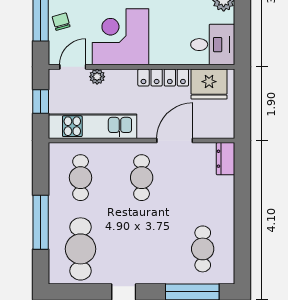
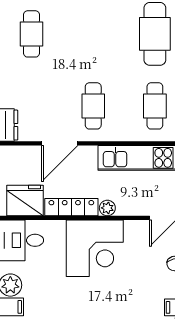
corner desk: (121, 37) -> (95, 248), moved
plant: (97, 77) -> (107, 208), moved

